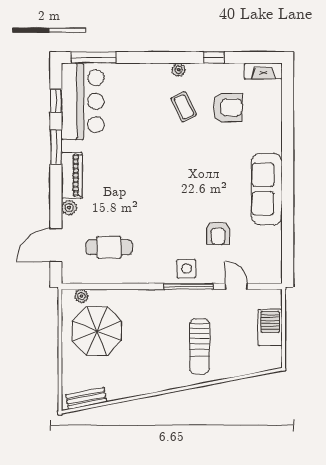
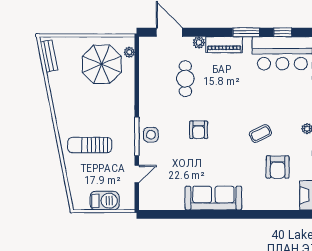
coffee table: (184, 107) -> (260, 134), moved
armchair: (218, 233) -> (199, 130), moved, turned -90
cafe table: (109, 247) -> (185, 79), moved

